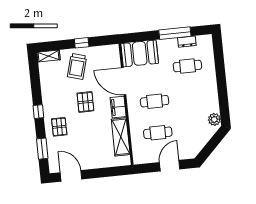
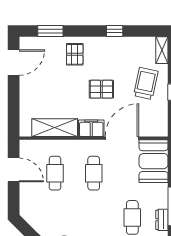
trolley: (77, 66) -> (146, 83), turned 86
window: (38, 112) -> (115, 31), moved
pallet: (59, 127) -> (75, 54), turned 90
door: (170, 166) -> (14, 170), moved

